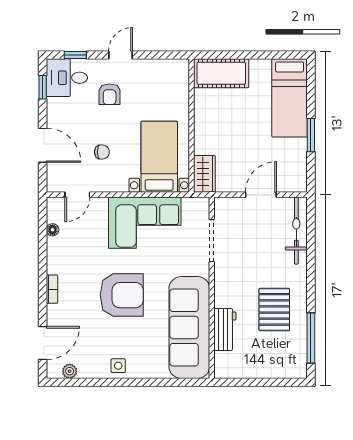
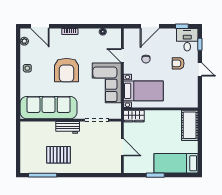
door: (77, 195) -> (122, 56), moved
bicycle: (296, 231) -> (102, 167), removed
workbench: (225, 329) -> (68, 127), moved

